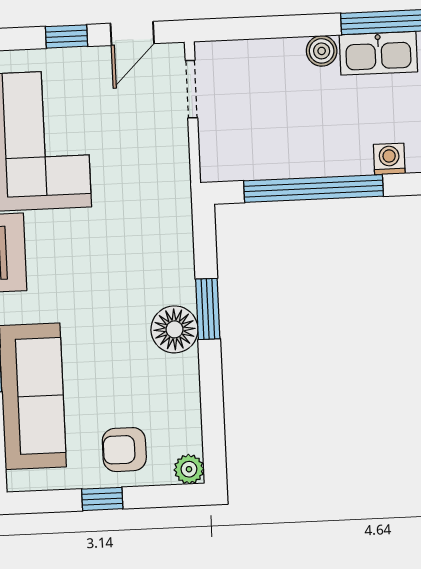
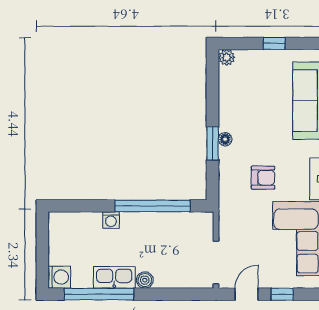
doorway: (191, 89) -> (216, 263), width x1.38
floor lamp: (174, 329) -> (225, 139), width x0.53, depth x0.53
armchair: (124, 450) -> (263, 178), moved

